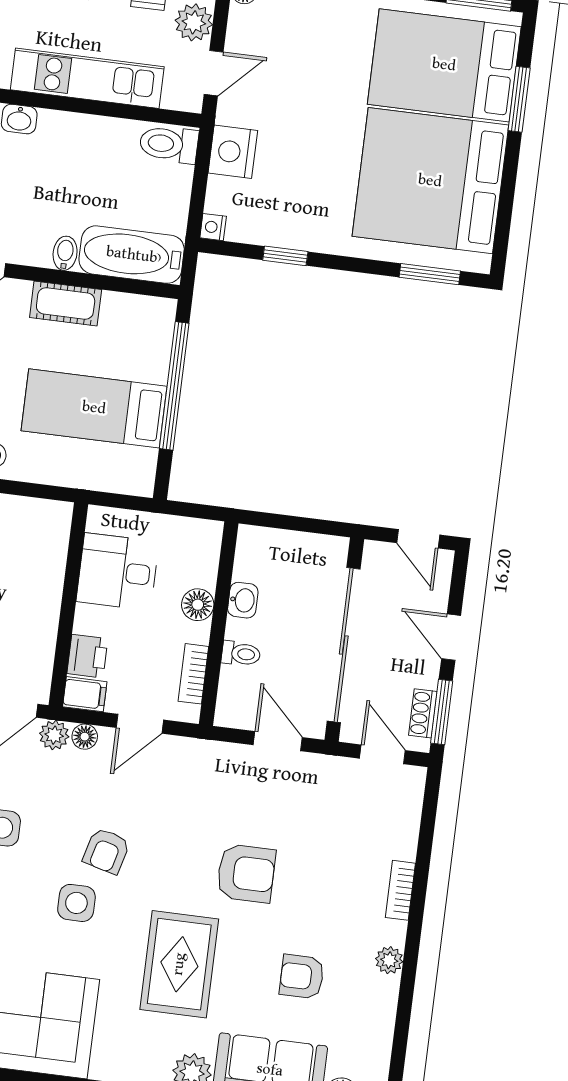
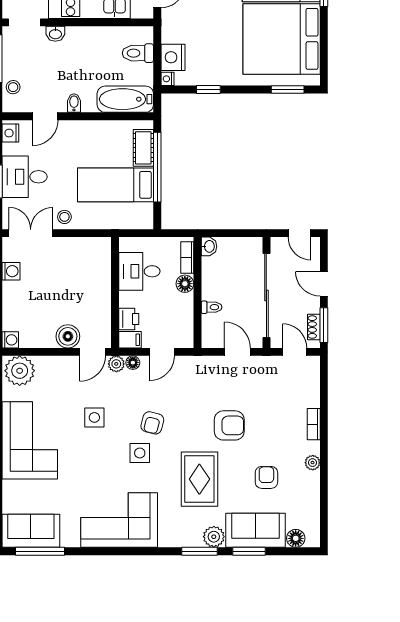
toilet: (169, 144) -> (138, 53), moved
nightstand: (233, 152) -> (173, 57), moved
bidet: (65, 253) -> (74, 103), moved
cot: (66, 304) -> (143, 148), moved, turned 90
washbasin: (243, 600) -> (209, 246), moved
bookcase: (193, 674) -> (187, 258), moved
armchair: (302, 977) -> (266, 477), turned 90

